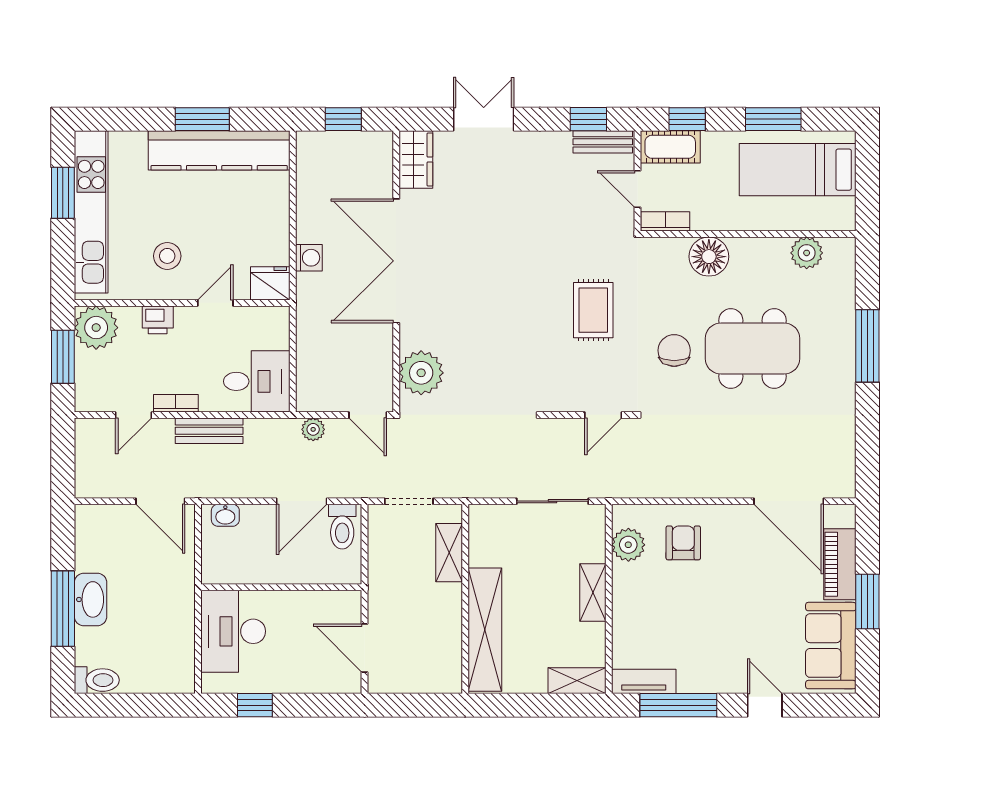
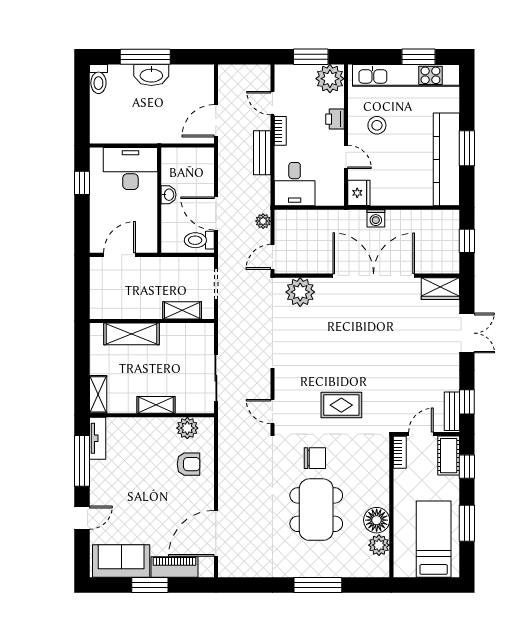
floor lamp: (709, 257) -> (377, 520), moved
washbasin: (225, 515) -> (169, 195), moved, turned 180
shelving: (485, 630) -> (132, 334), width x0.68

